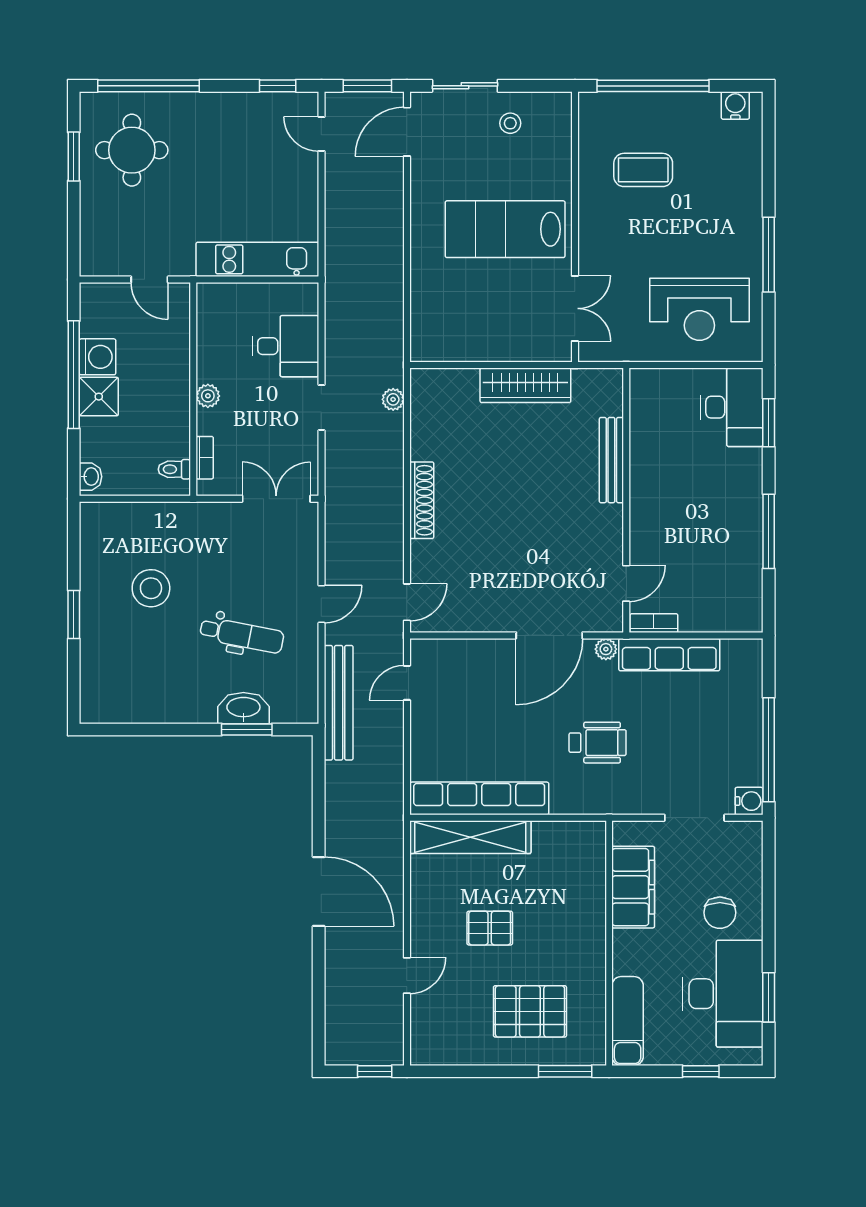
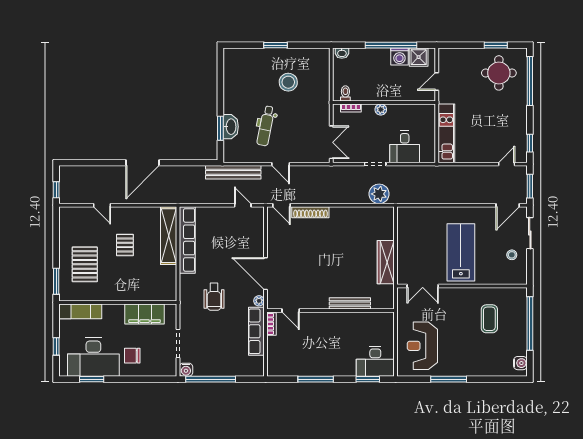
door: (407, 132) -> (508, 205), swing flipped
shower: (99, 397) -> (419, 57), moved
plant: (393, 399) -> (379, 194), width x1.87, depth x1.87
shoe rack: (422, 500) -> (310, 212), moved

